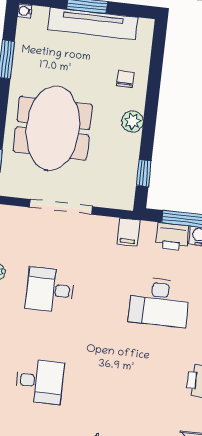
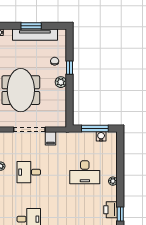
window: (144, 173) -> (69, 68), moved
filing cabinet: (128, 232) -> (51, 138), moved
printer: (172, 237) -> (88, 138), removed

